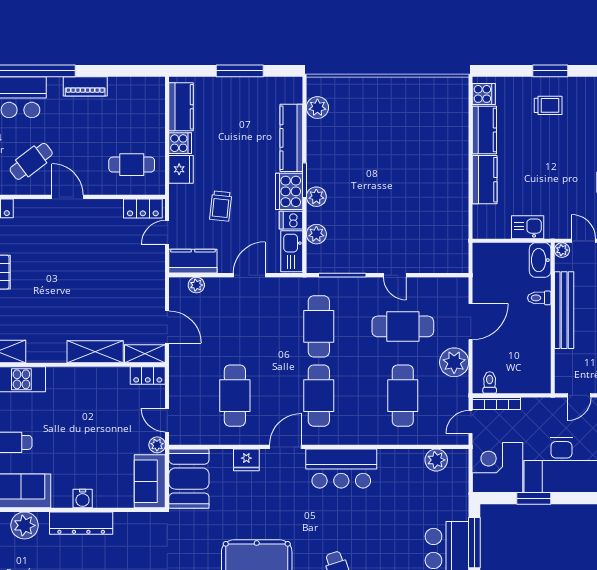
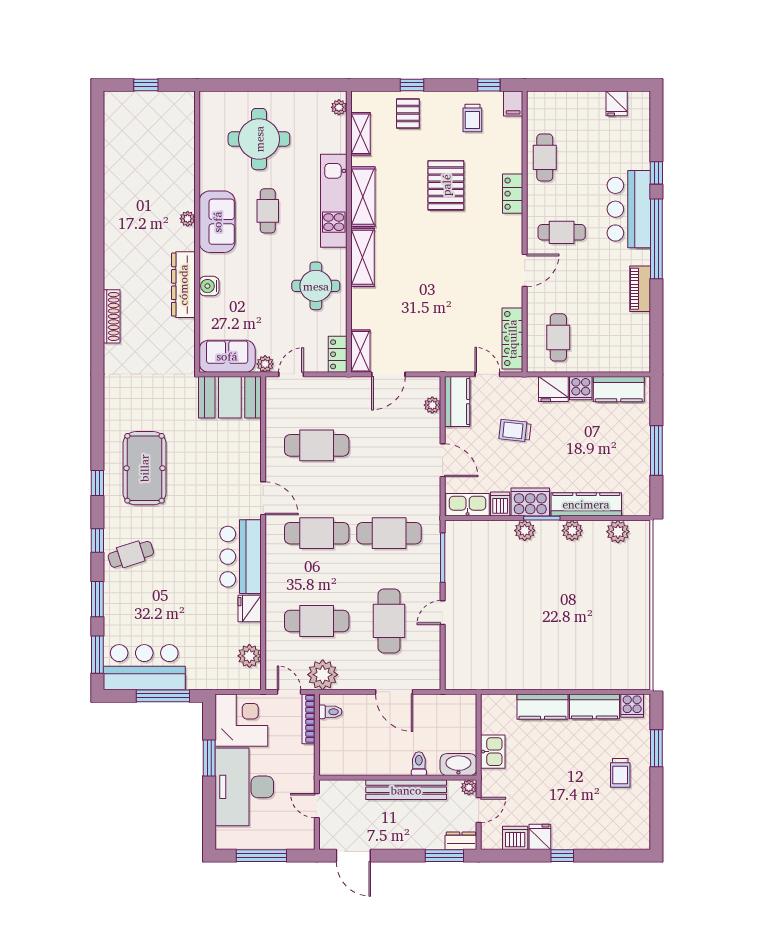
window: (550, 71) -> (656, 748), moved
cafe table: (31, 161) -> (562, 232), turned -53
locker: (143, 208) -> (512, 339), width x1.53
plant: (316, 234) -> (572, 531), moved
shelving: (95, 352) -> (363, 257), moved
plant: (454, 362) -> (323, 675), moved
round table: (82, 396) -> (316, 286), added
fridge: (246, 460) -> (250, 609), moved
plant: (24, 525) -> (188, 219), width x0.53, depth x0.53

